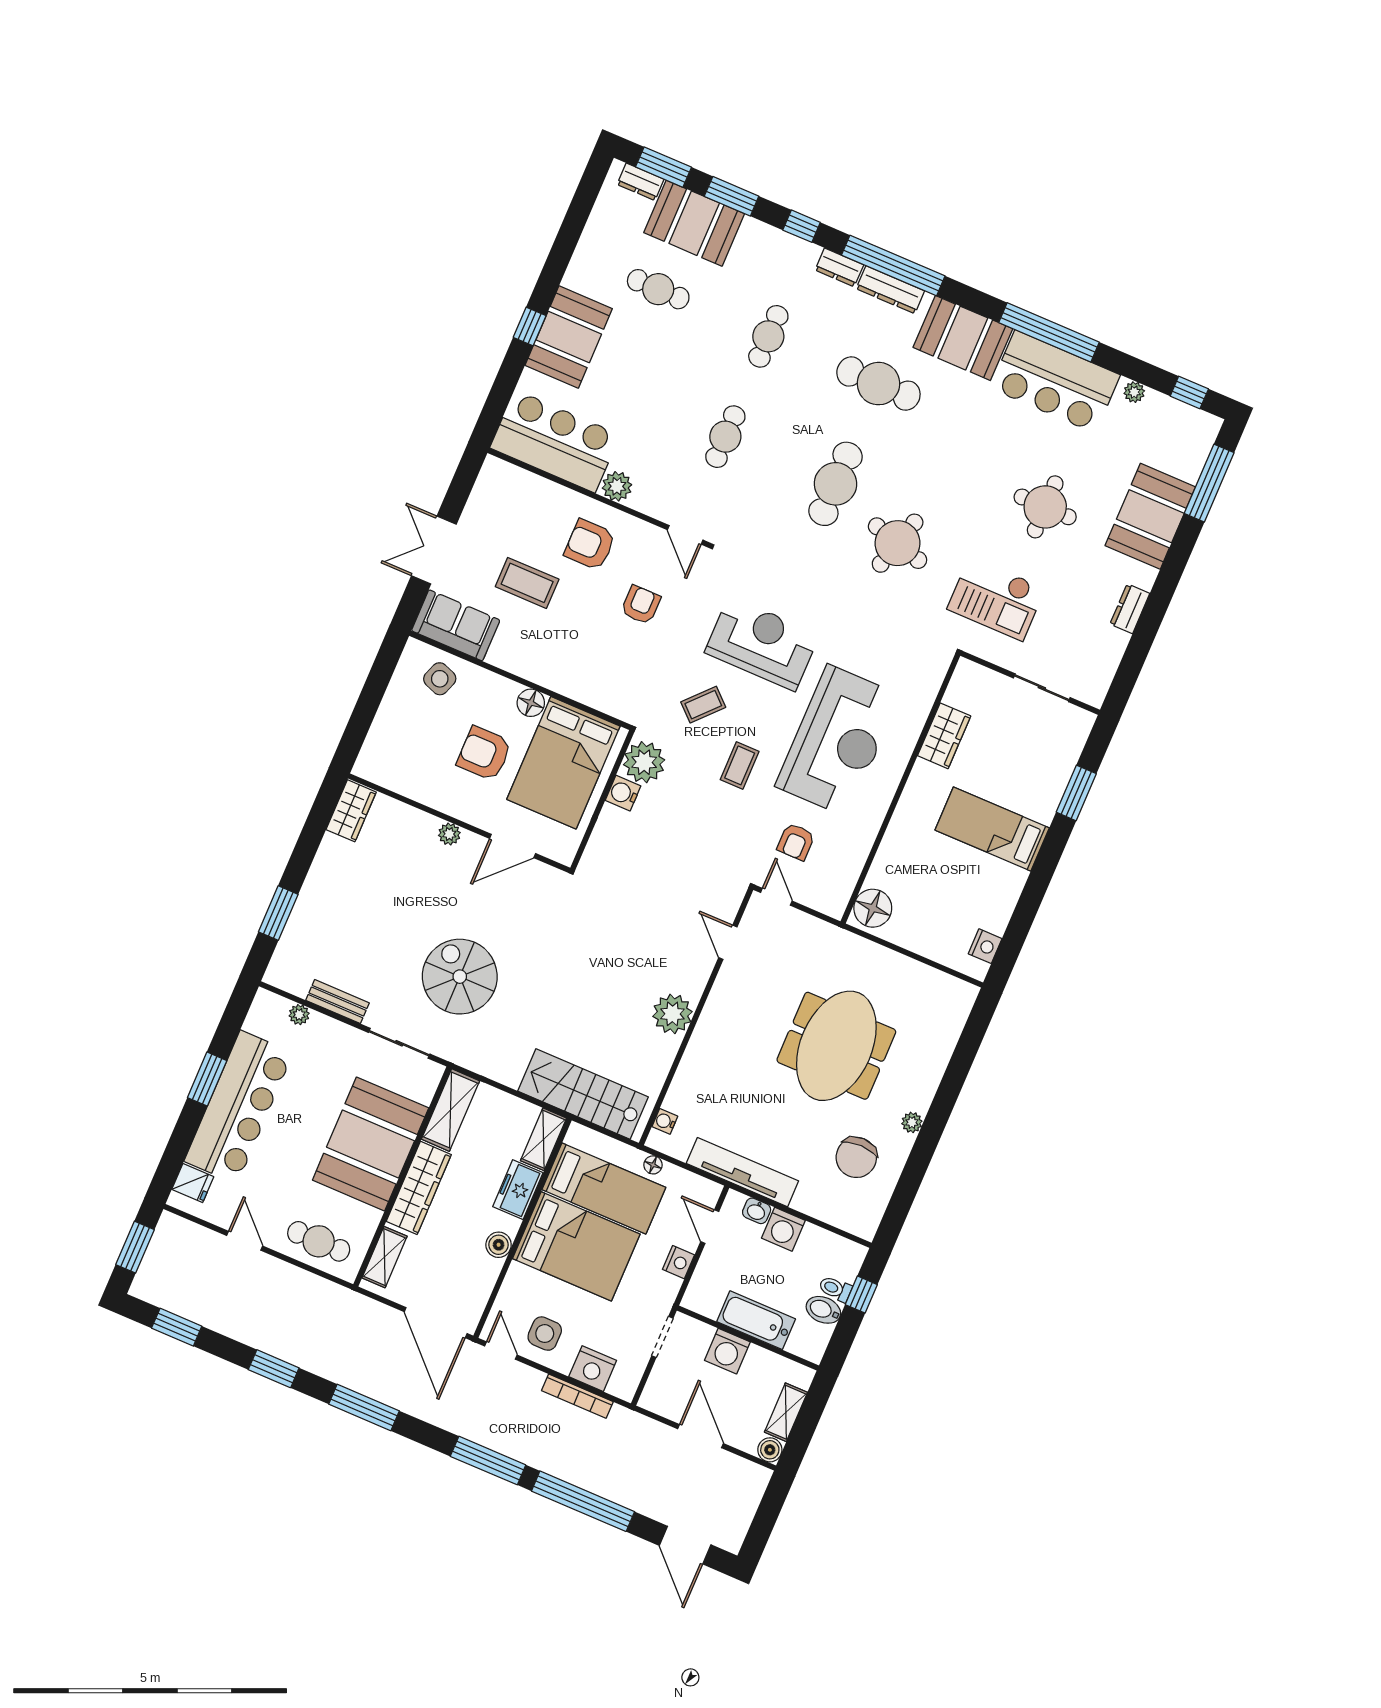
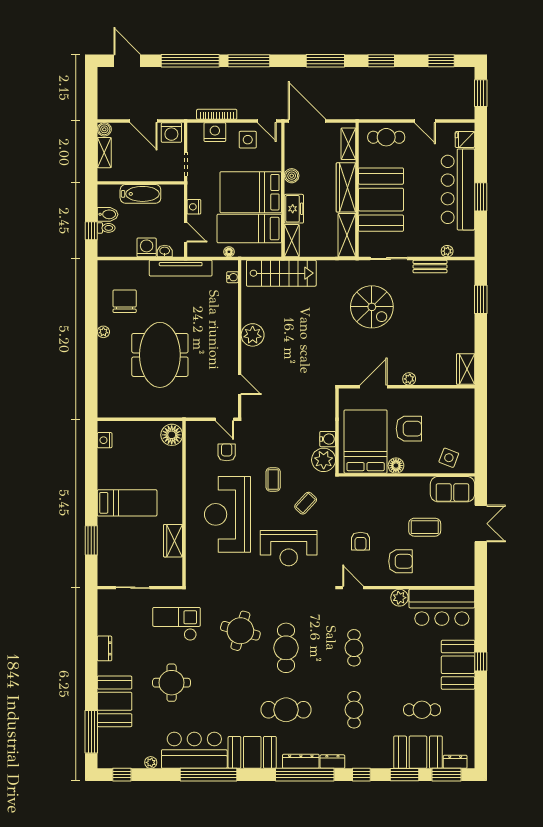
washing machine: (727, 1351) -> (171, 132), moved, turned 180

